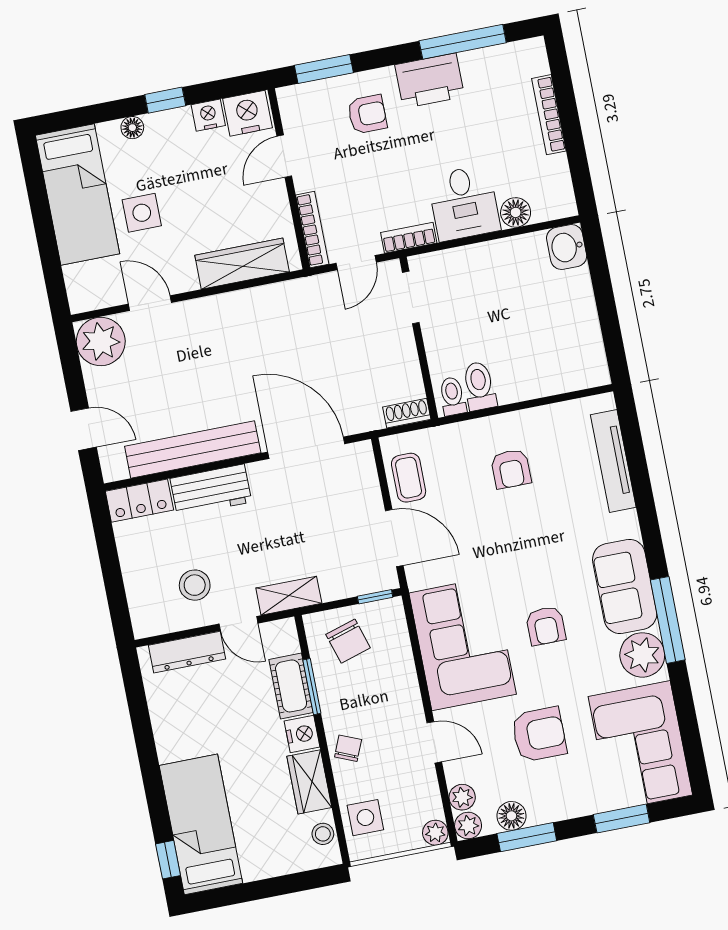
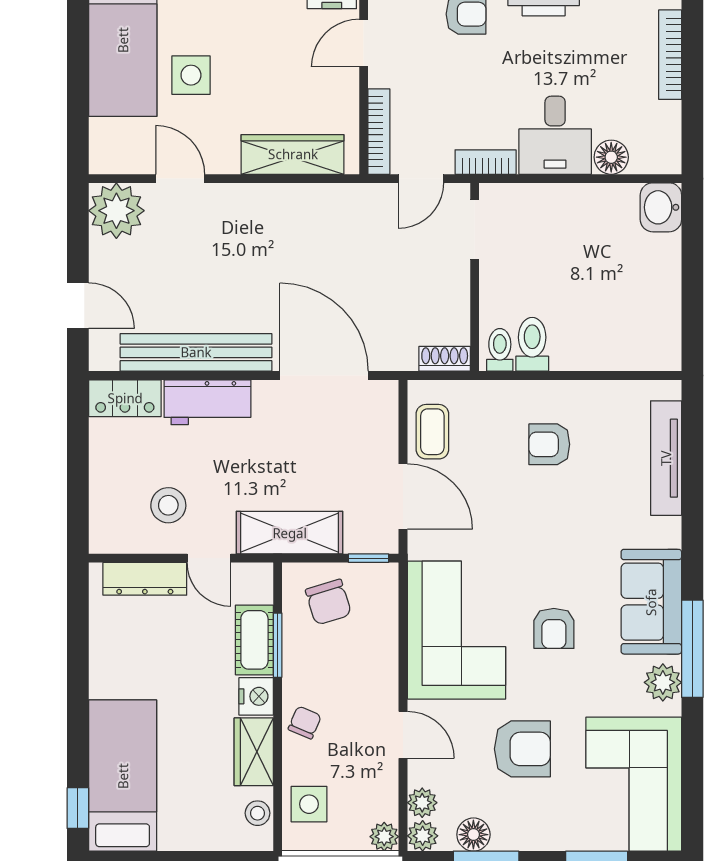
armchair: (511, 469) -> (549, 444), turned 90
shelving: (289, 596) -> (290, 533), width x1.50, depth x1.33
plant: (642, 655) -> (663, 682), width x0.73, depth x0.73

